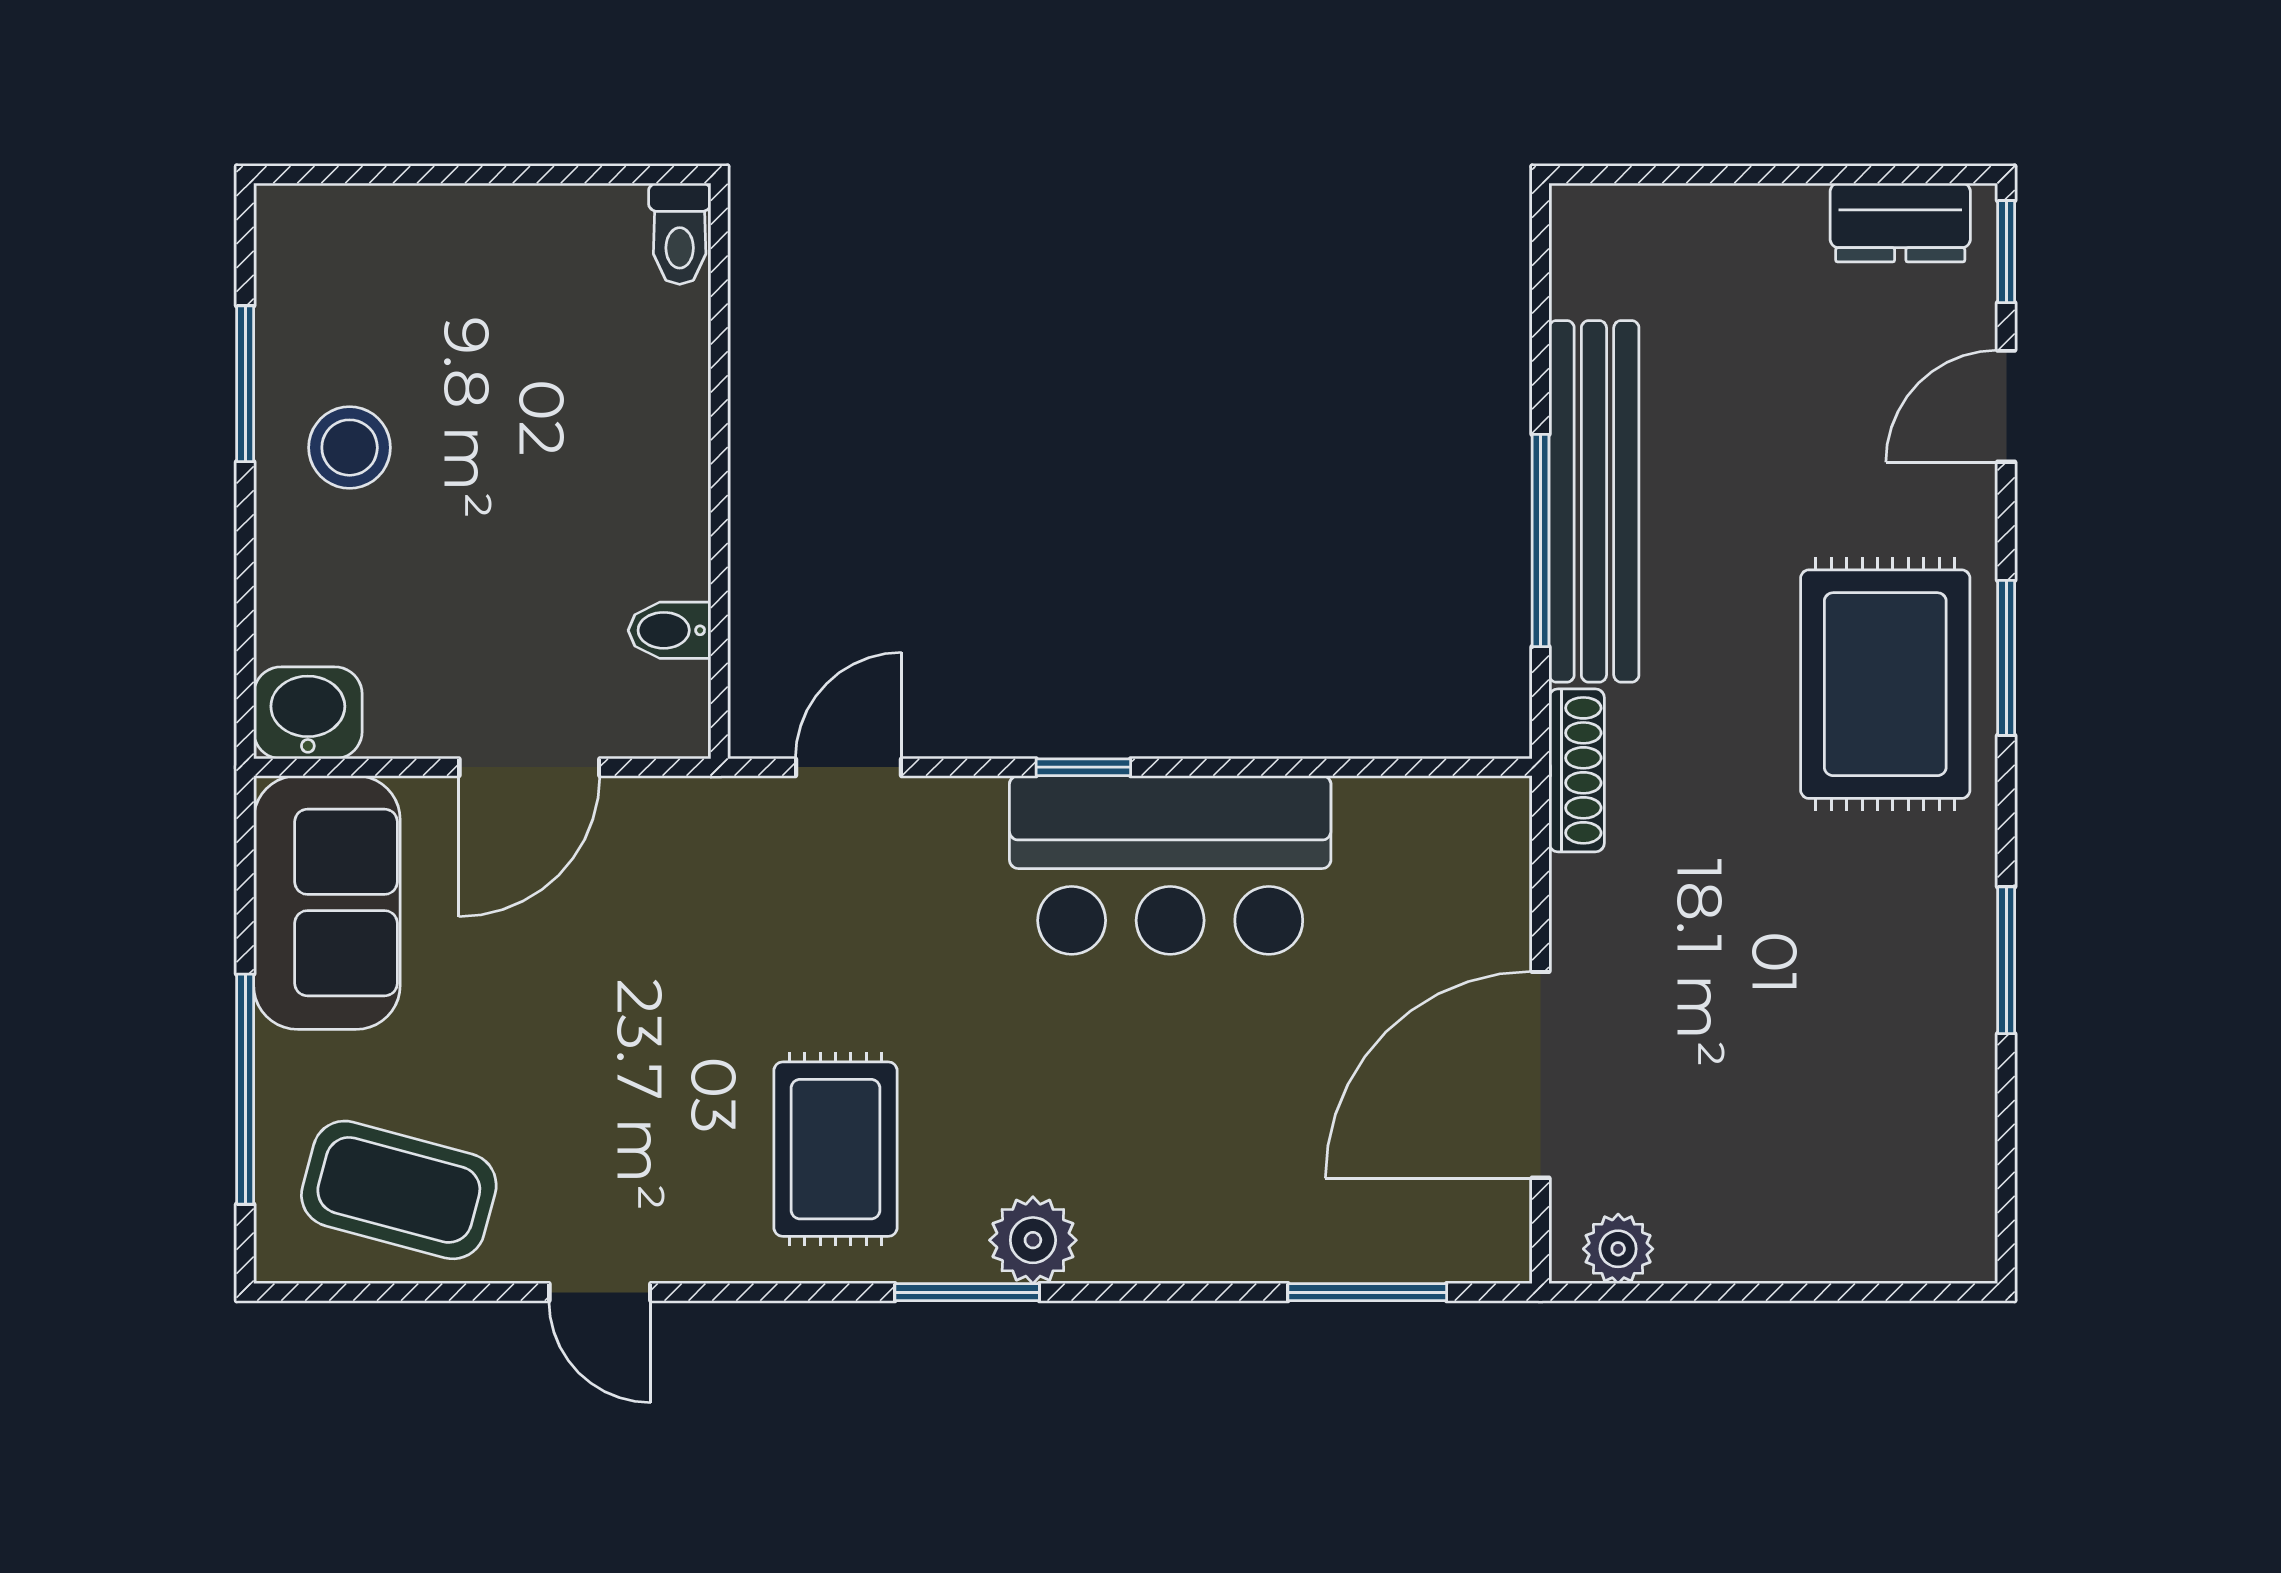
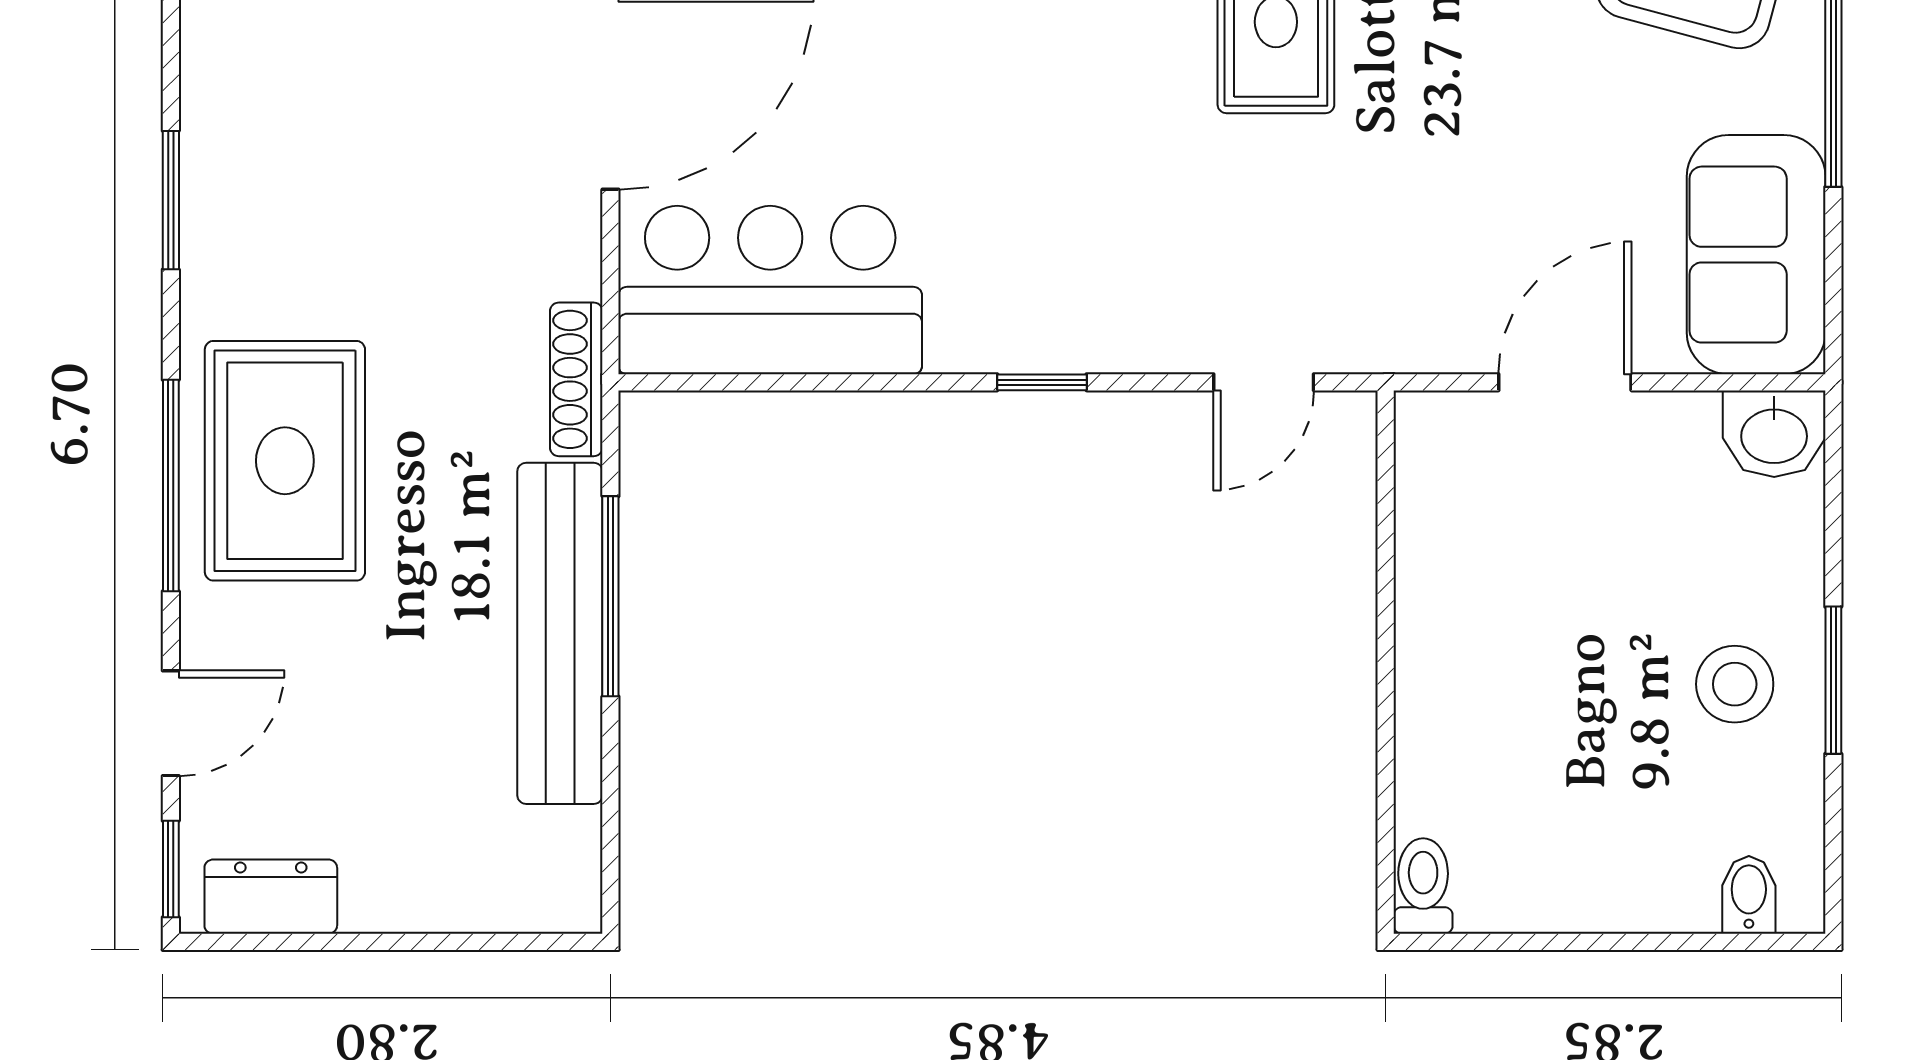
window: (245, 384) -> (1833, 680), moved
bidet: (669, 630) -> (1749, 895), moved, turned -90
window: (2006, 658) -> (171, 486), width x1.44
bar counter: (1170, 865) -> (770, 290), moved

